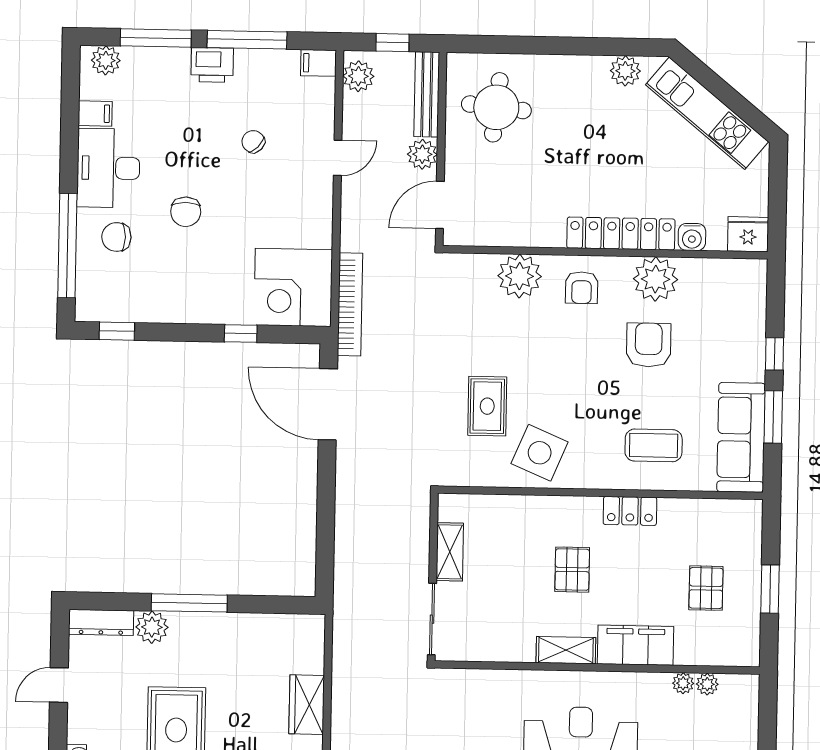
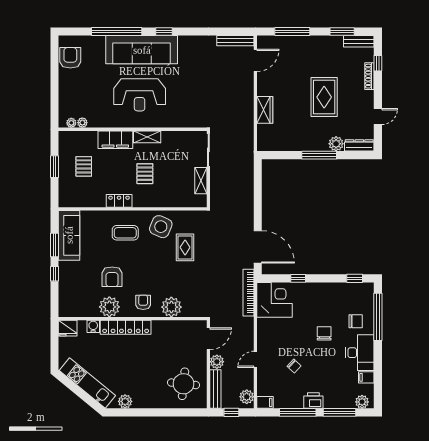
coffee table: (654, 445) -> (125, 233), moved
plant: (683, 683) -> (71, 123), moved

